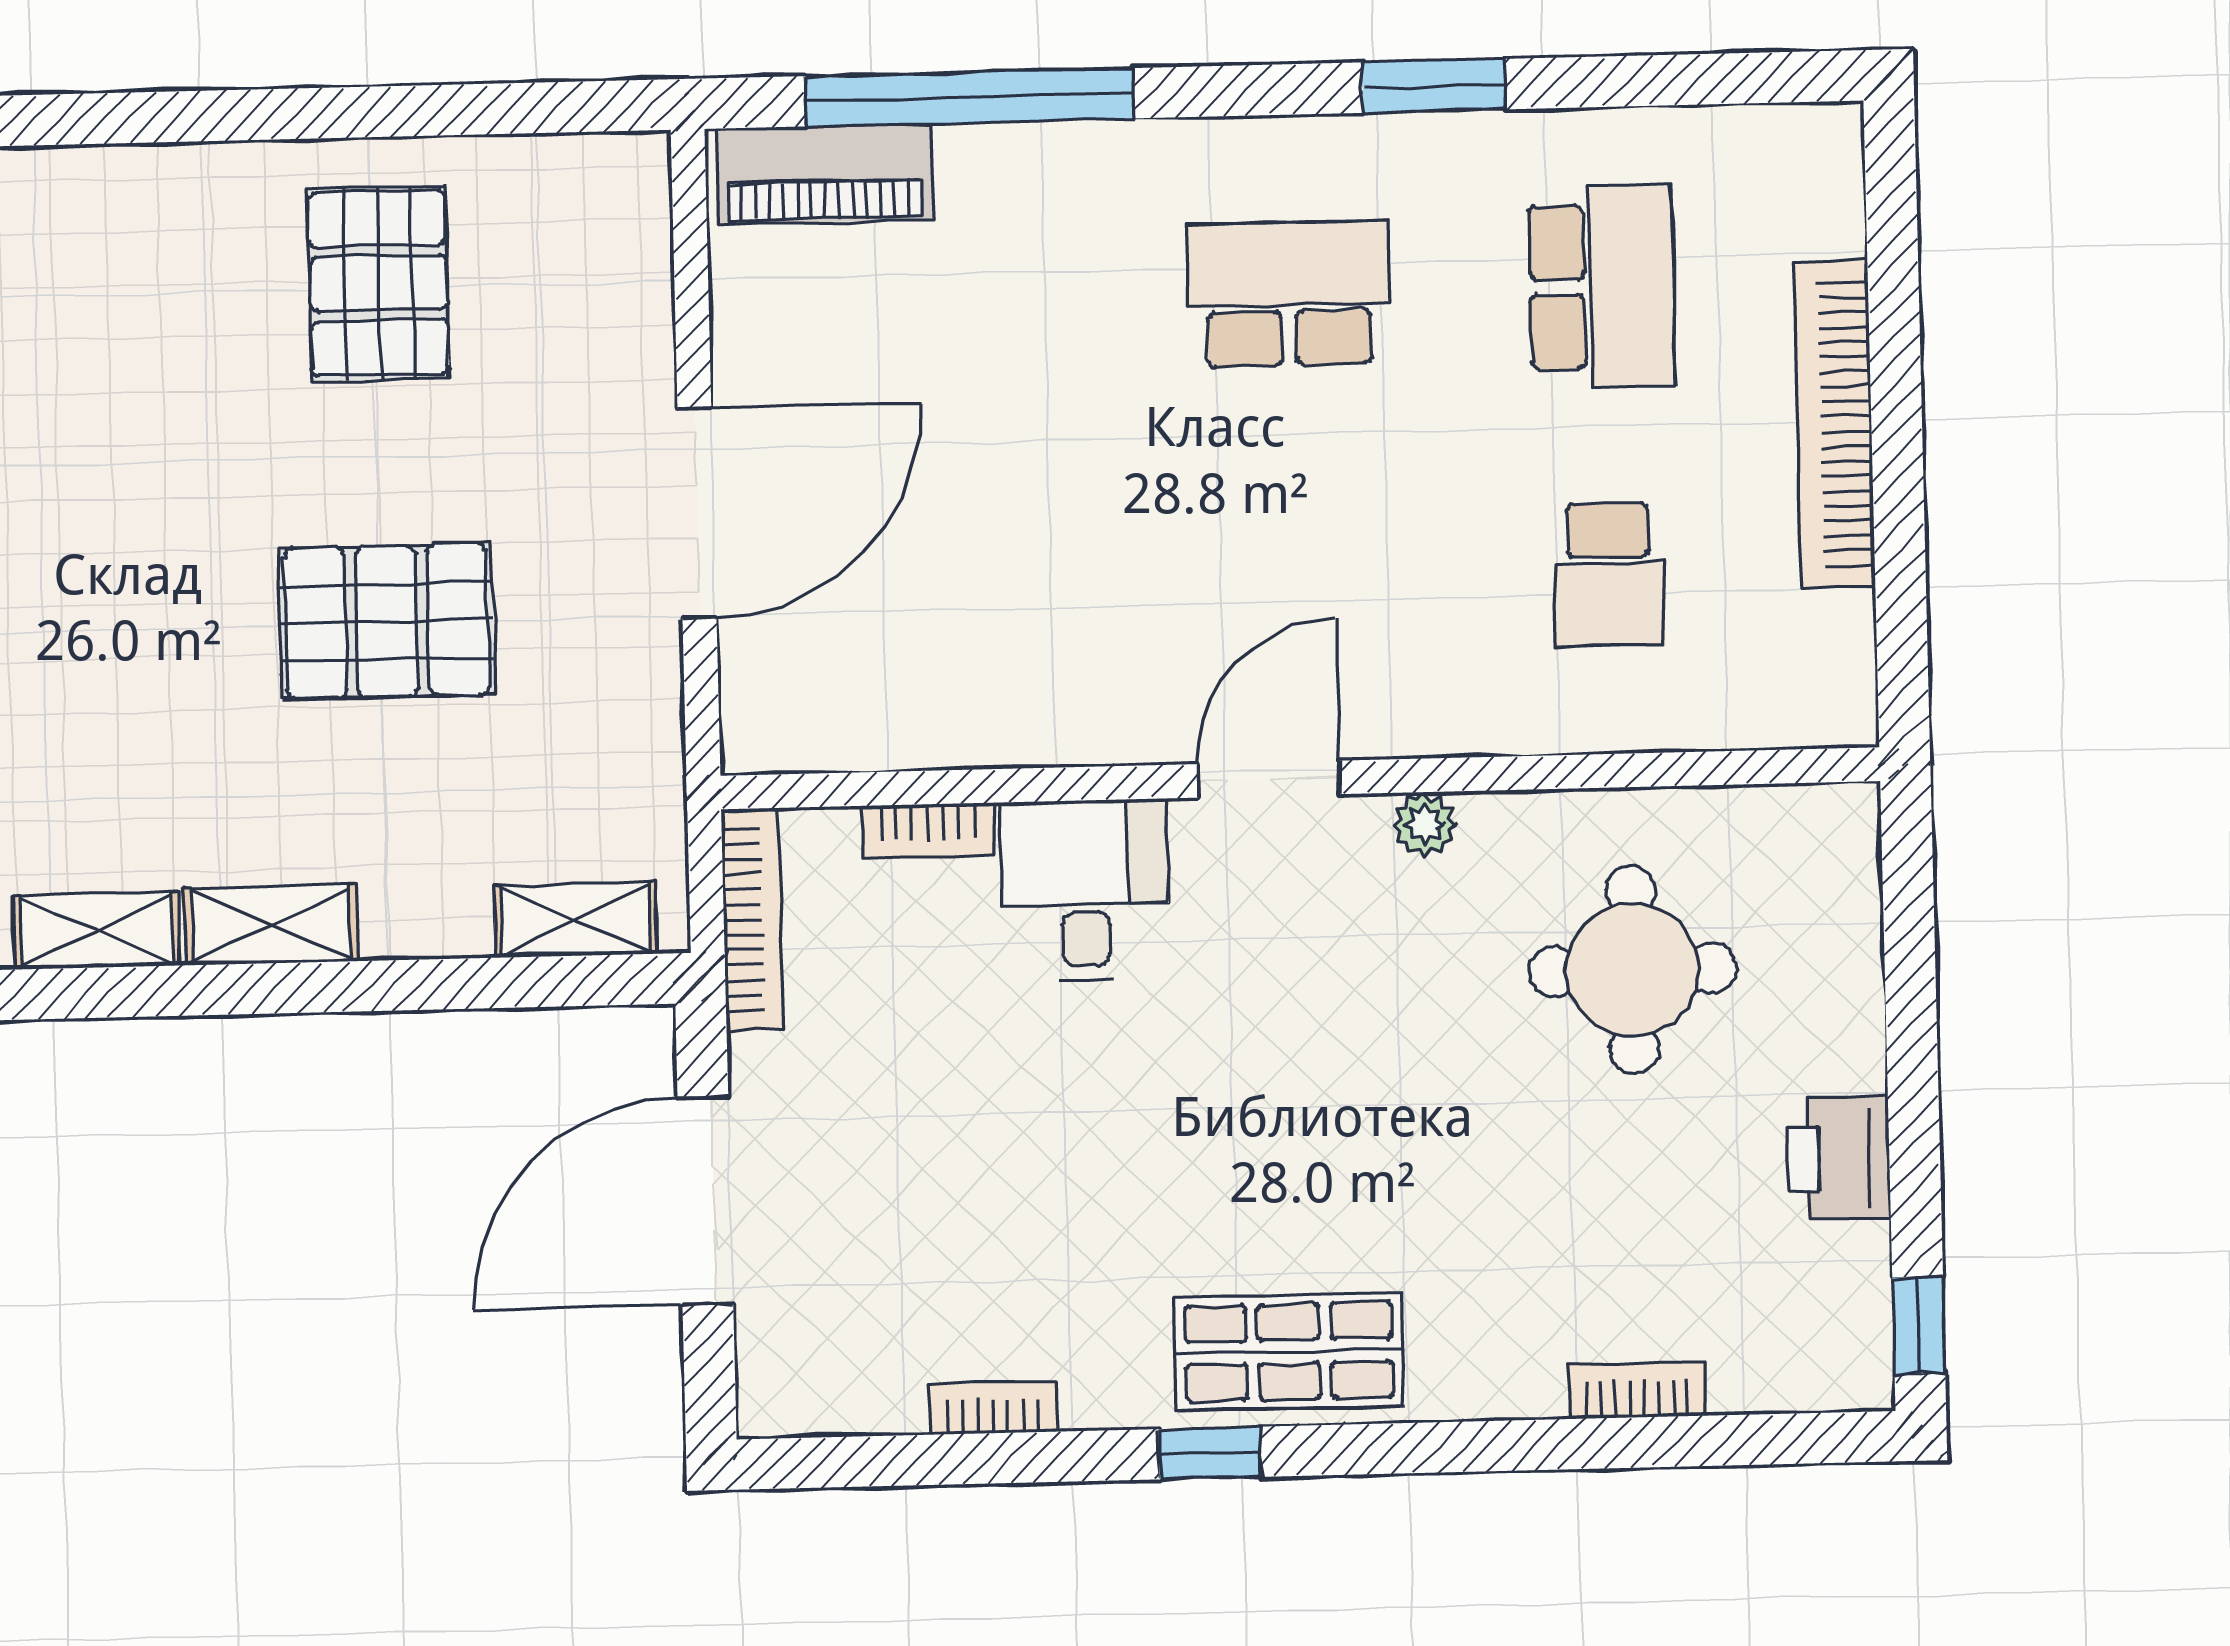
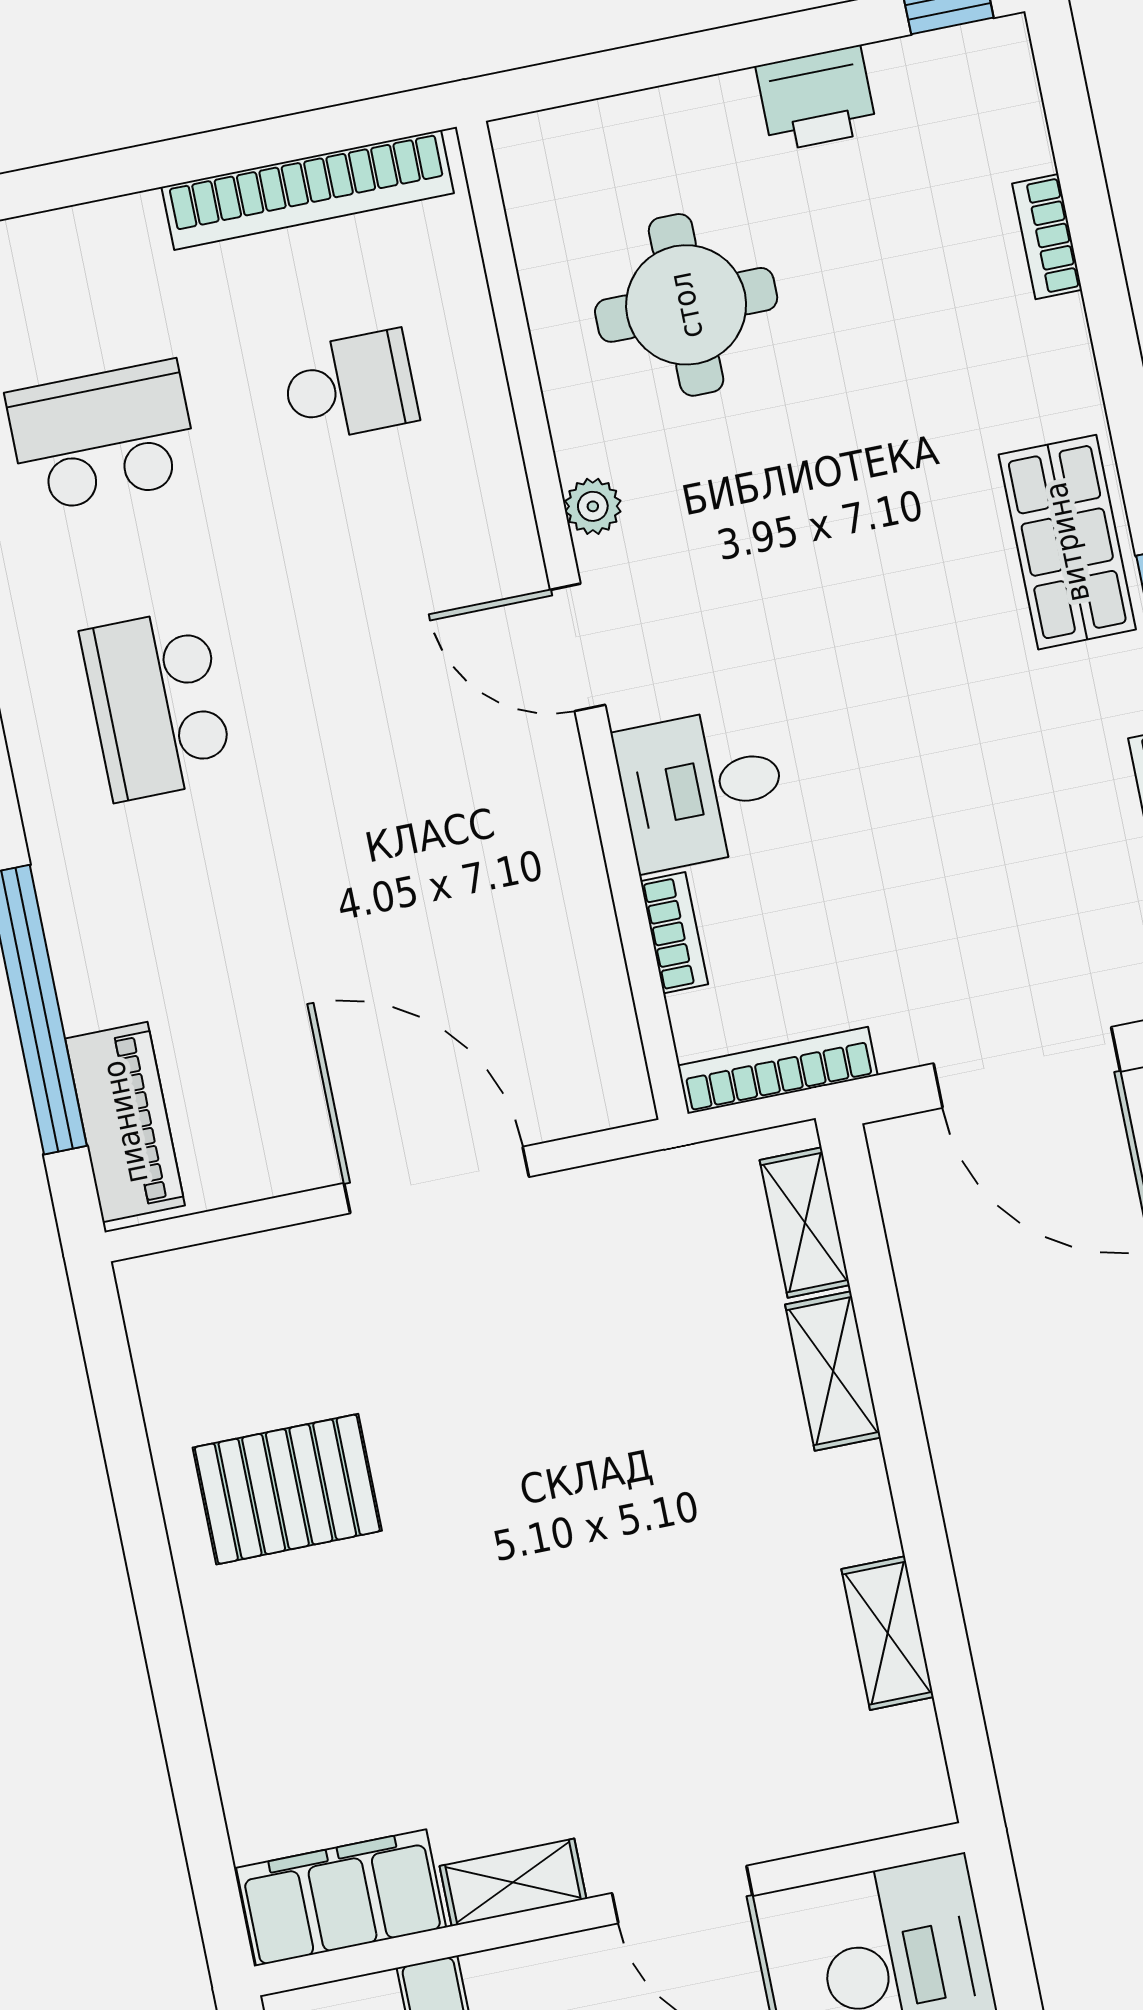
bookcase: (1834, 424) -> (308, 190), moved
pallet: (387, 621) -> (577, 1430), removed
shelving: (271, 925) -> (833, 1371), moved

